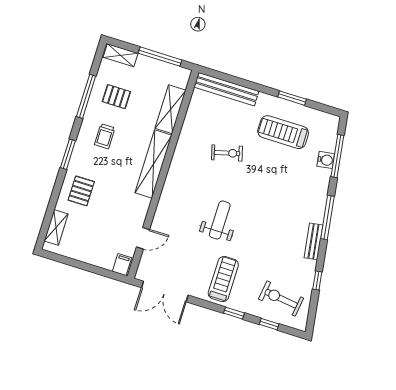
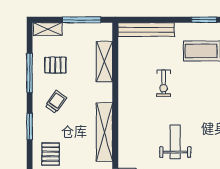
trolley: (105, 136) -> (56, 102), turned -145
exercise bike: (227, 153) -> (164, 83), turned 105
shelving: (153, 164) -> (104, 132), moved

